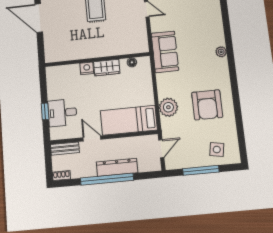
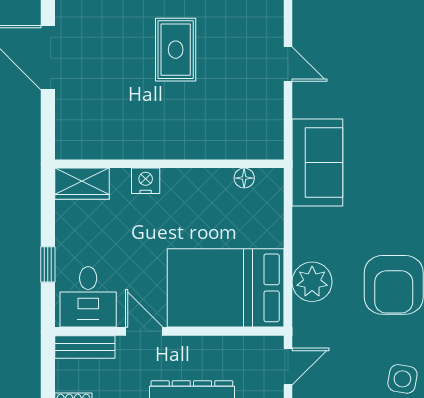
wardrobe: (107, 68) -> (82, 184), moved
desk: (62, 113) -> (88, 297), moved, turned -90
bed: (129, 120) -> (226, 288), width x1.50

